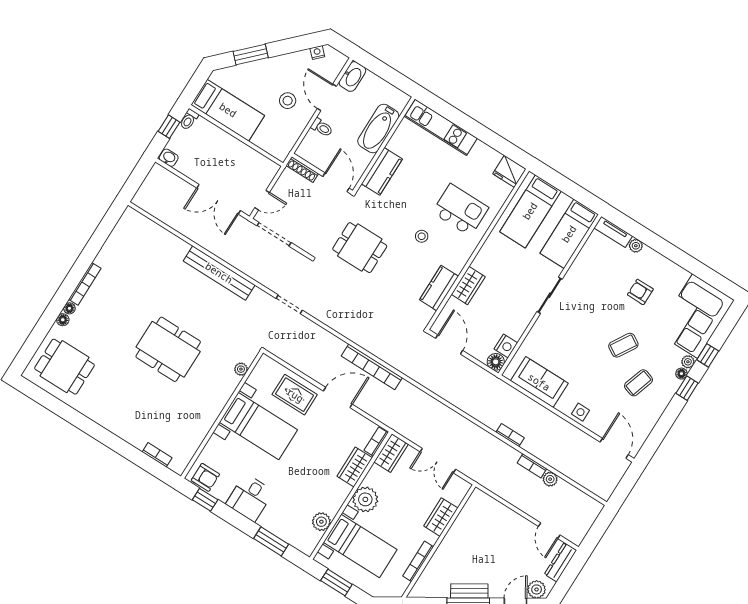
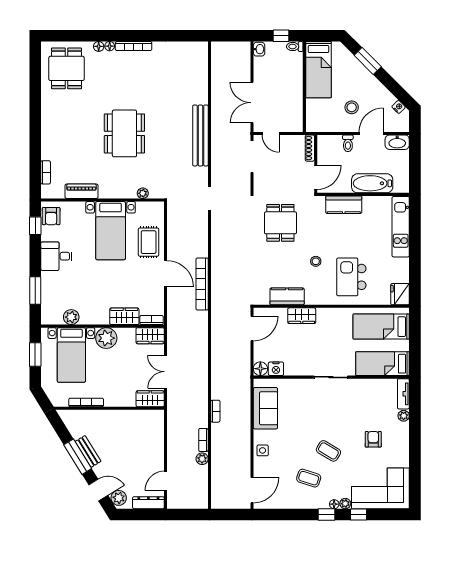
kitchen island: (460, 210) -> (351, 277), turned 180
piano: (200, 430) -> (81, 191), added
wardrobe: (441, 517) -> (150, 399), moved

